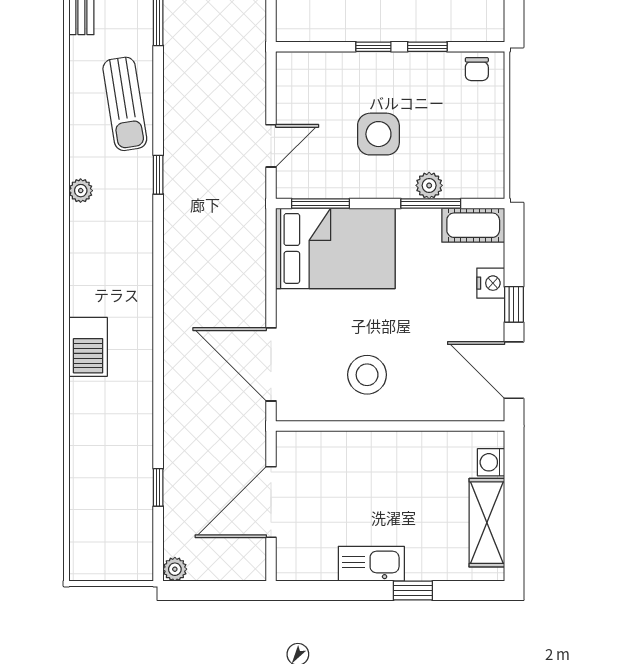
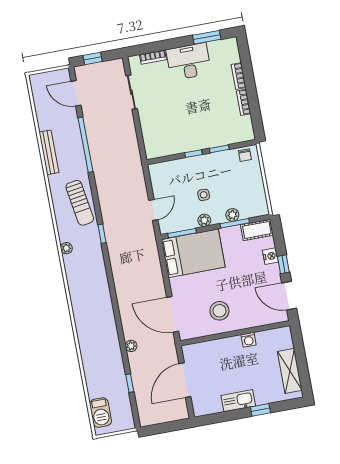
side table: (378, 134) -> (204, 195), width x0.54, depth x0.54
plant: (370, 186) -> (204, 220), added
barbecue: (88, 347) -> (100, 413), moved
washing machine: (491, 462) -> (249, 340), moved, turned -90
plant: (175, 569) -> (131, 346), moved

